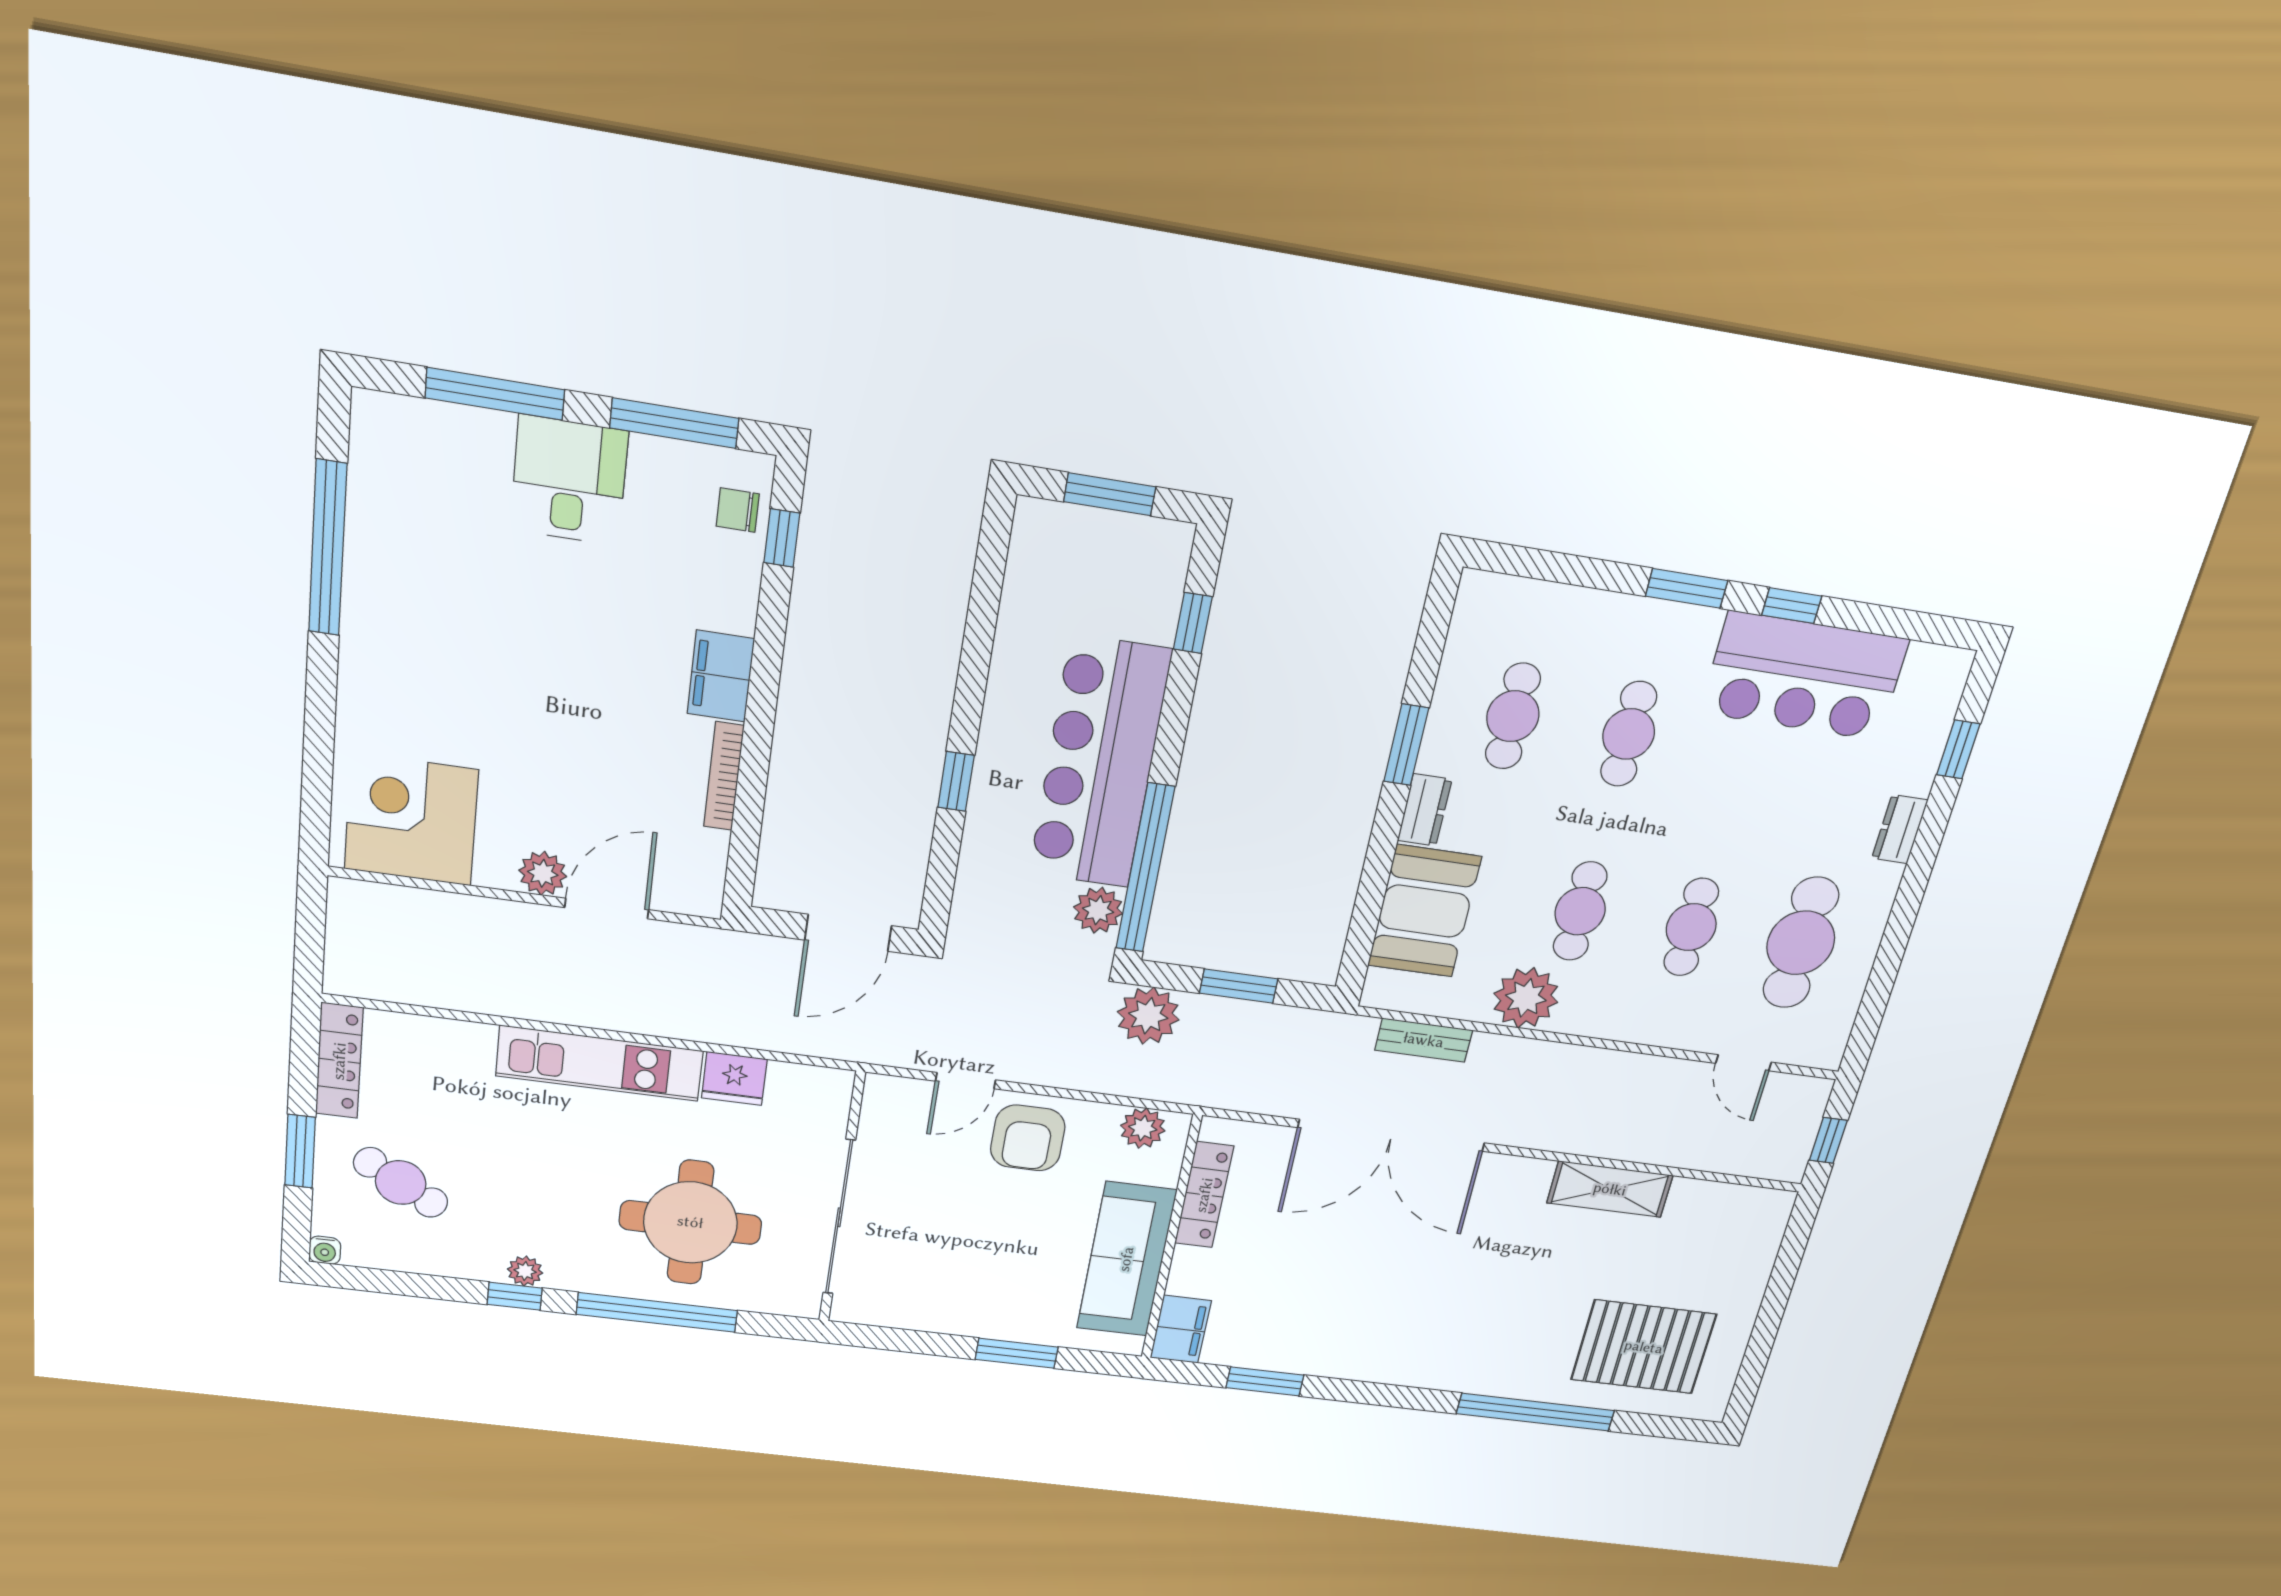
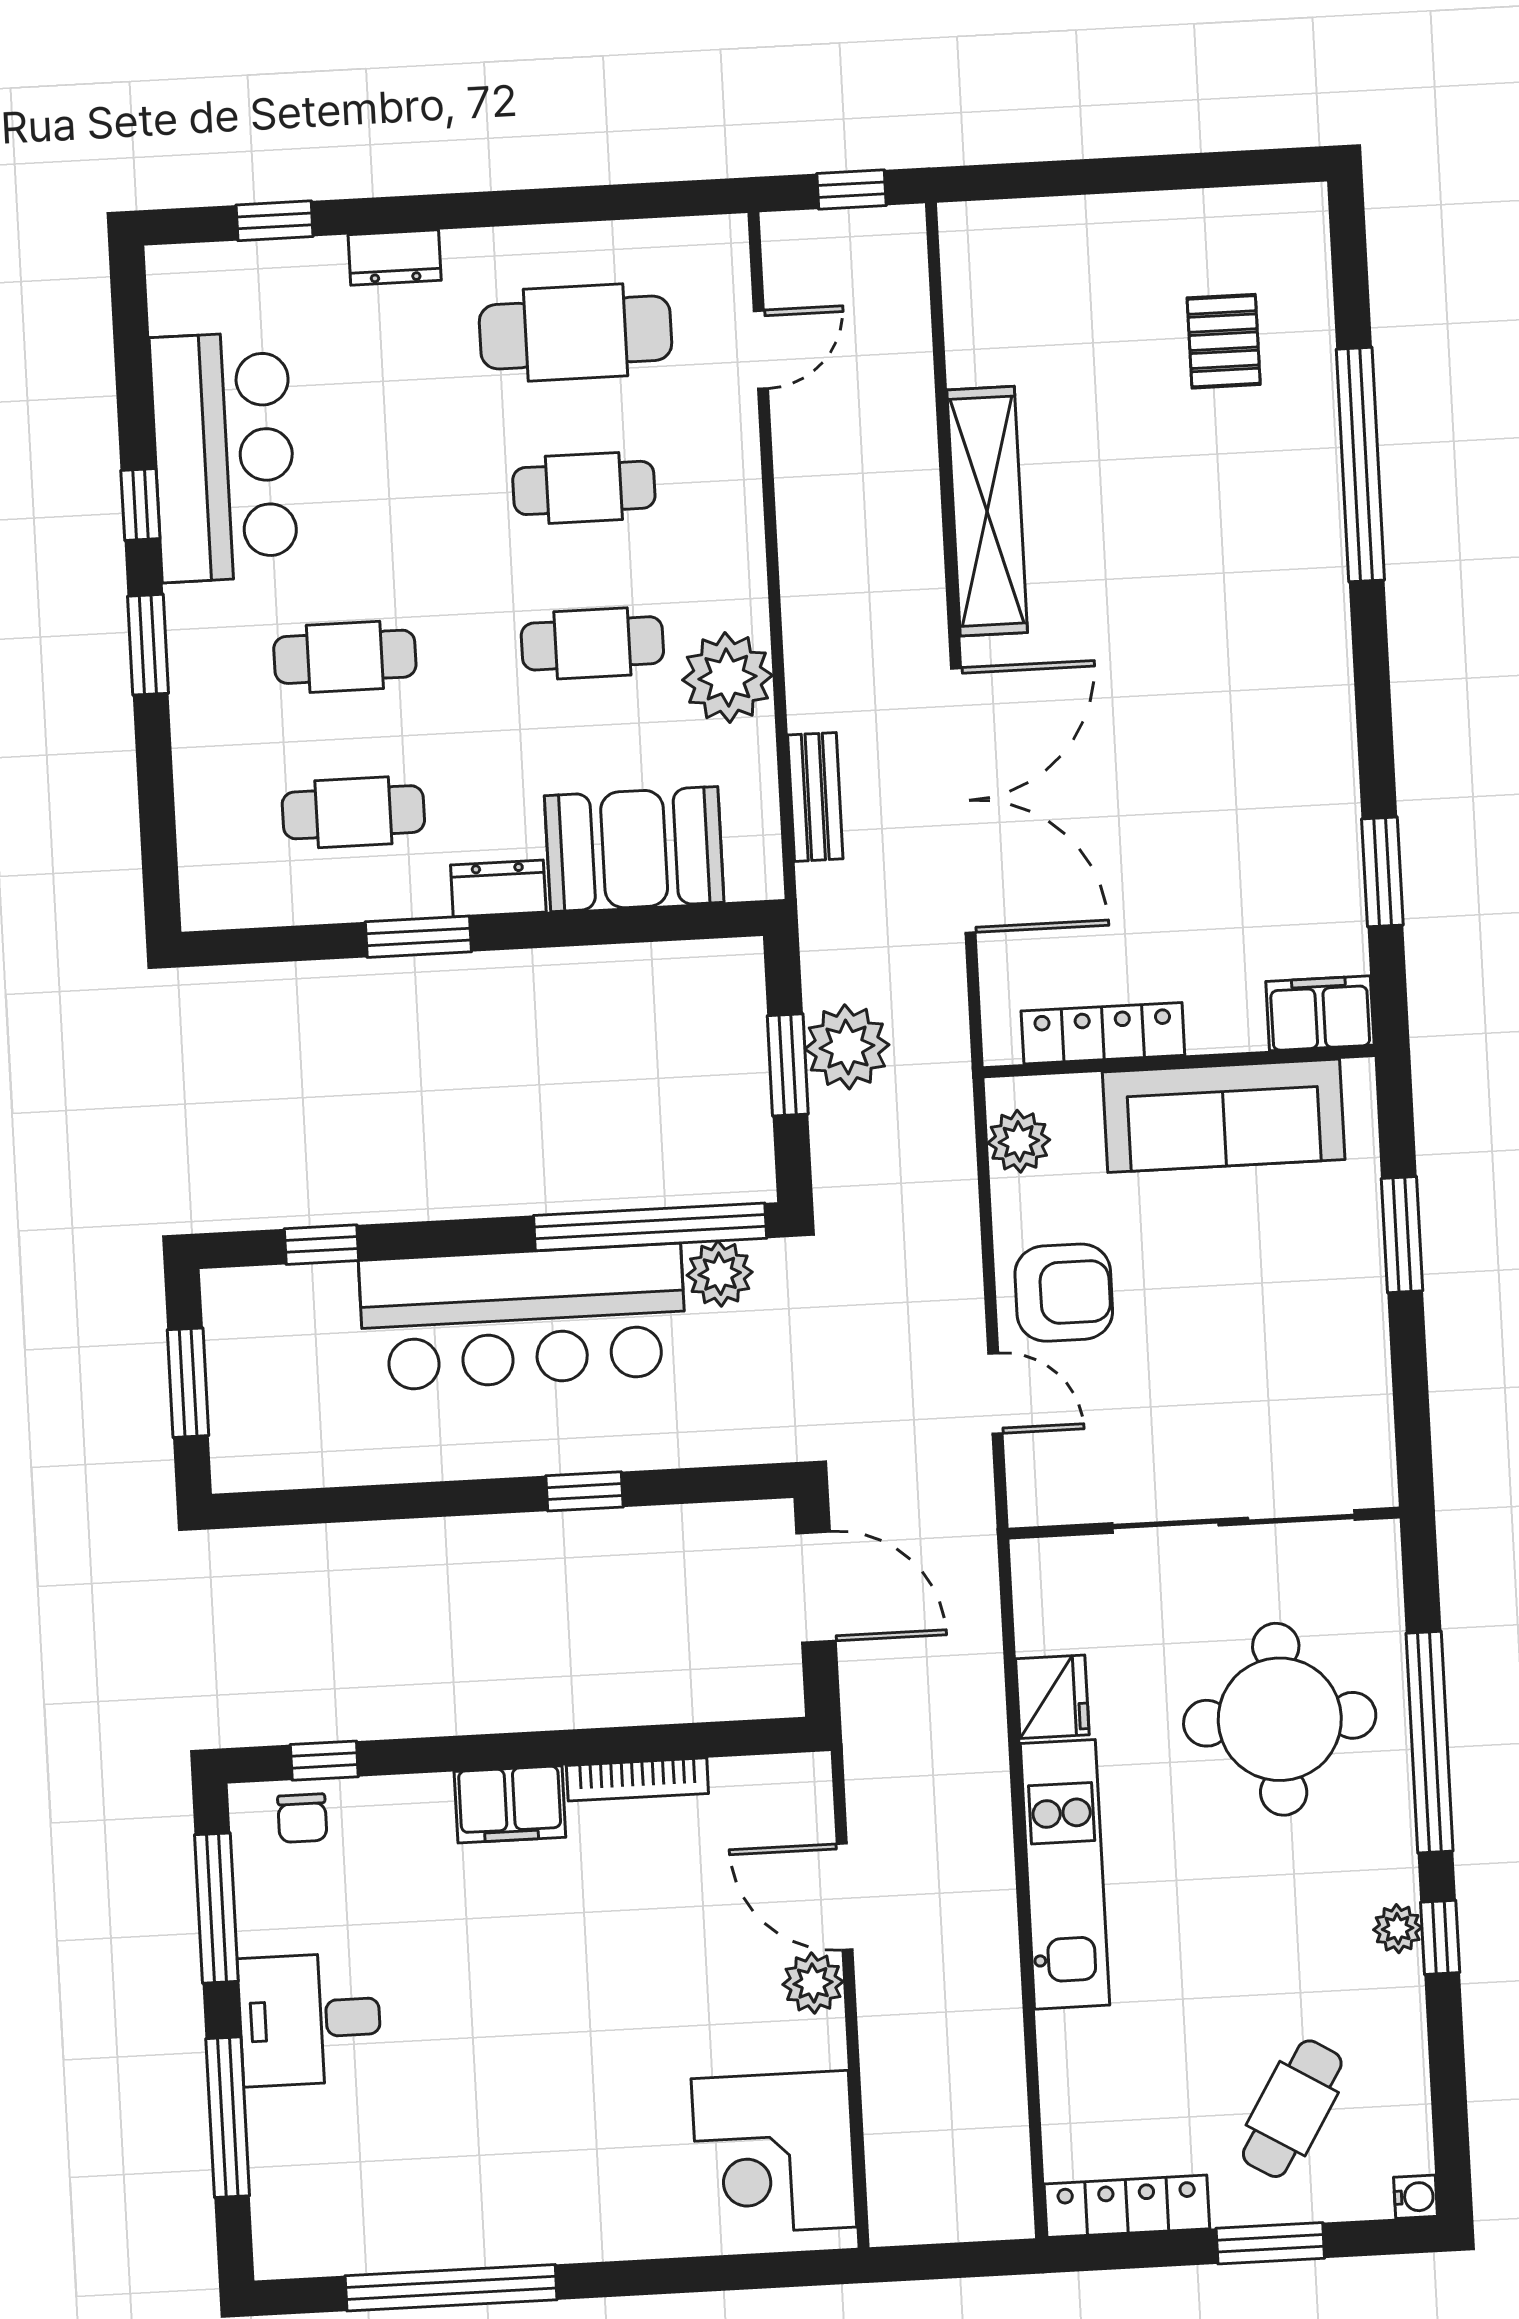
plant: (1148, 1016) -> (847, 1047), moved
shelving: (1610, 1189) -> (987, 511), width x1.47
pallet: (1644, 1347) -> (1224, 341), width x0.49, depth x0.50

